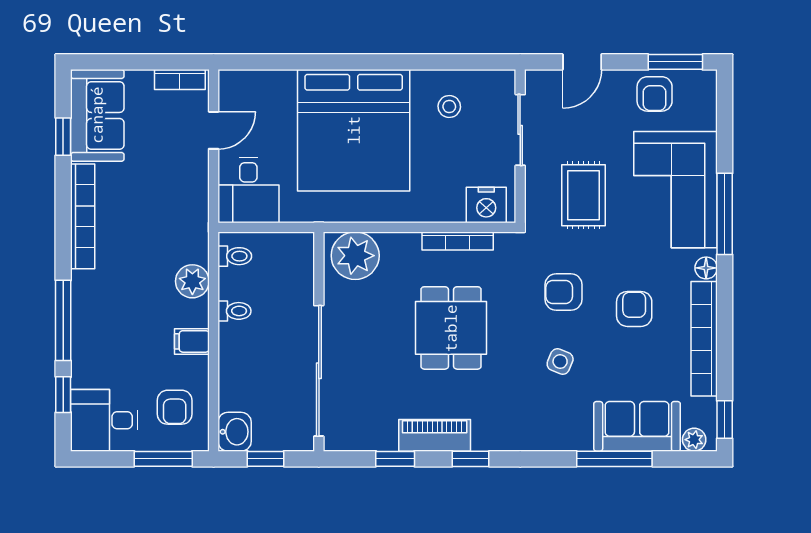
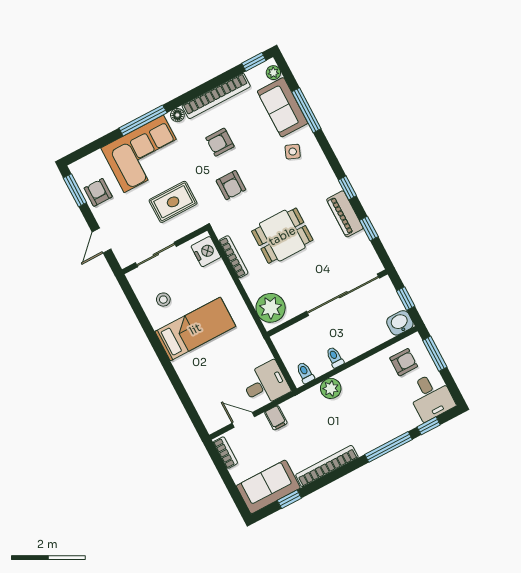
door: (582, 62) -> (101, 241), swing flipped
armchair: (655, 94) -> (98, 192), turned -90
bed: (354, 130) -> (195, 329), width x0.49
filing cabinet: (192, 341) -> (276, 418), moved
side table: (560, 361) -> (293, 152), moved

